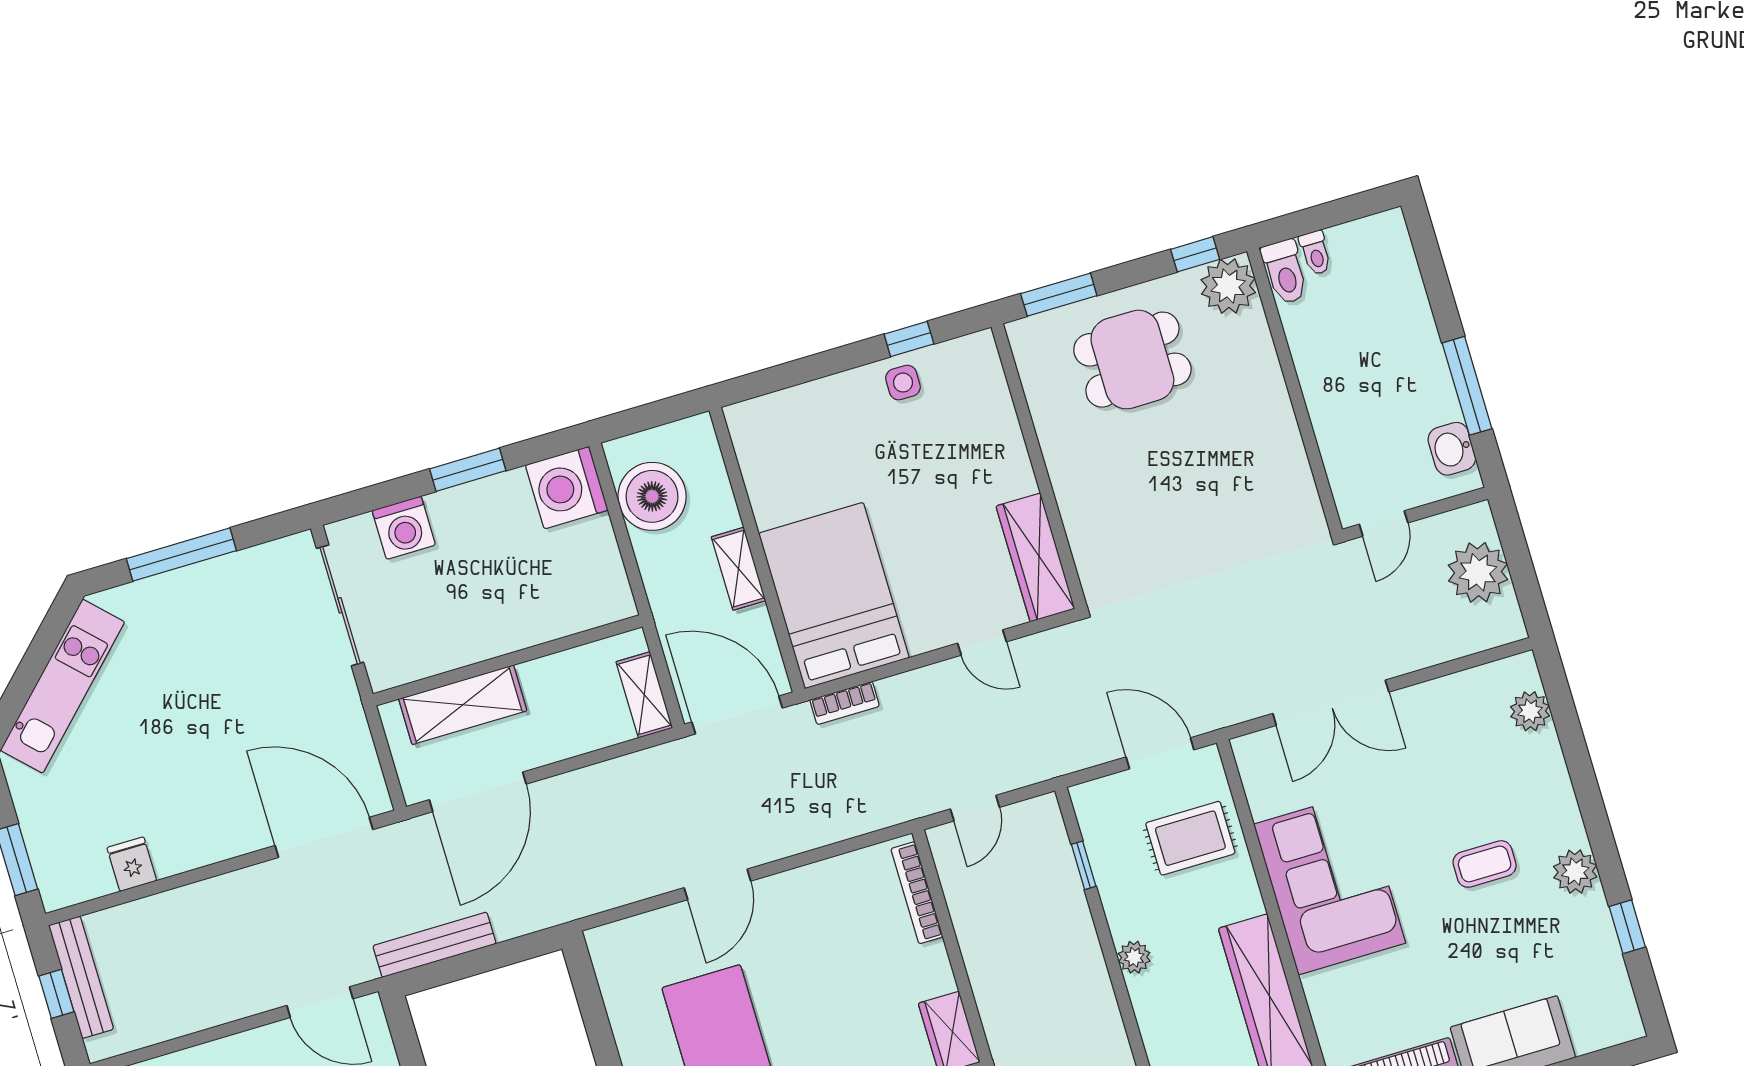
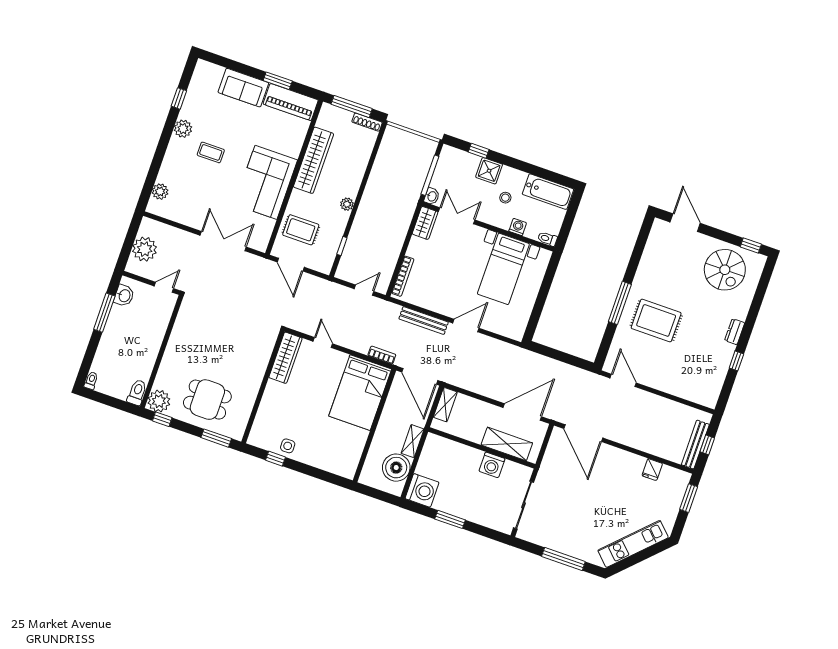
toilet: (1315, 253) -> (91, 381), moved
washing machine: (404, 528) -> (492, 465), moved, turned 180
shelving: (739, 569) -> (413, 441), moved
bench: (434, 945) -> (424, 320), moved

